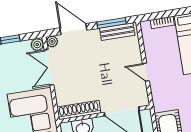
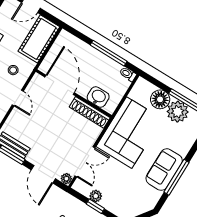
plant: (37, 45) -> (96, 196), moved
stool: (169, 91) -> (13, 70), added

